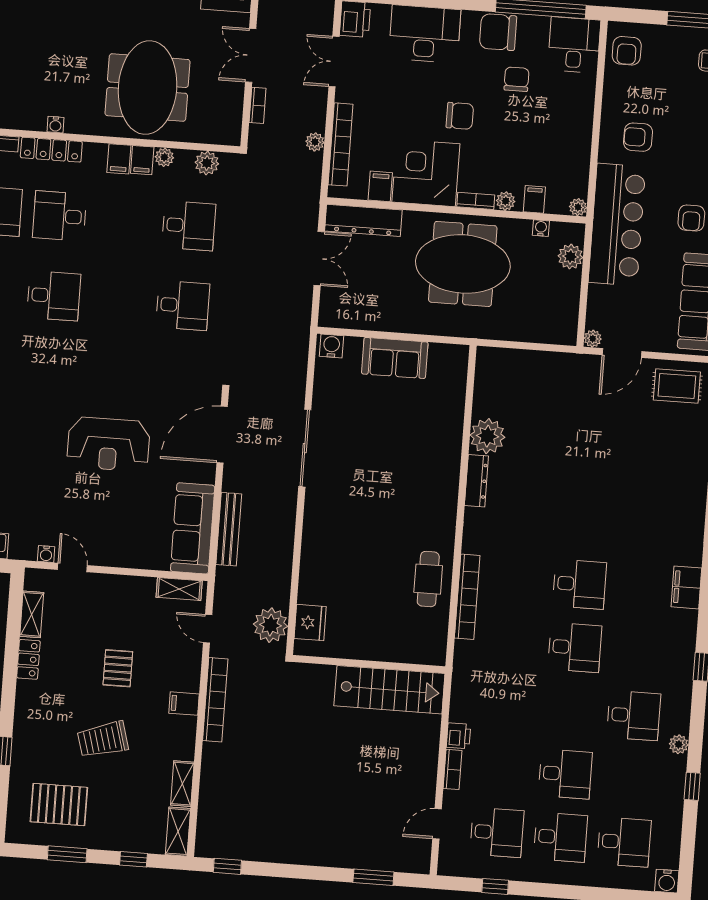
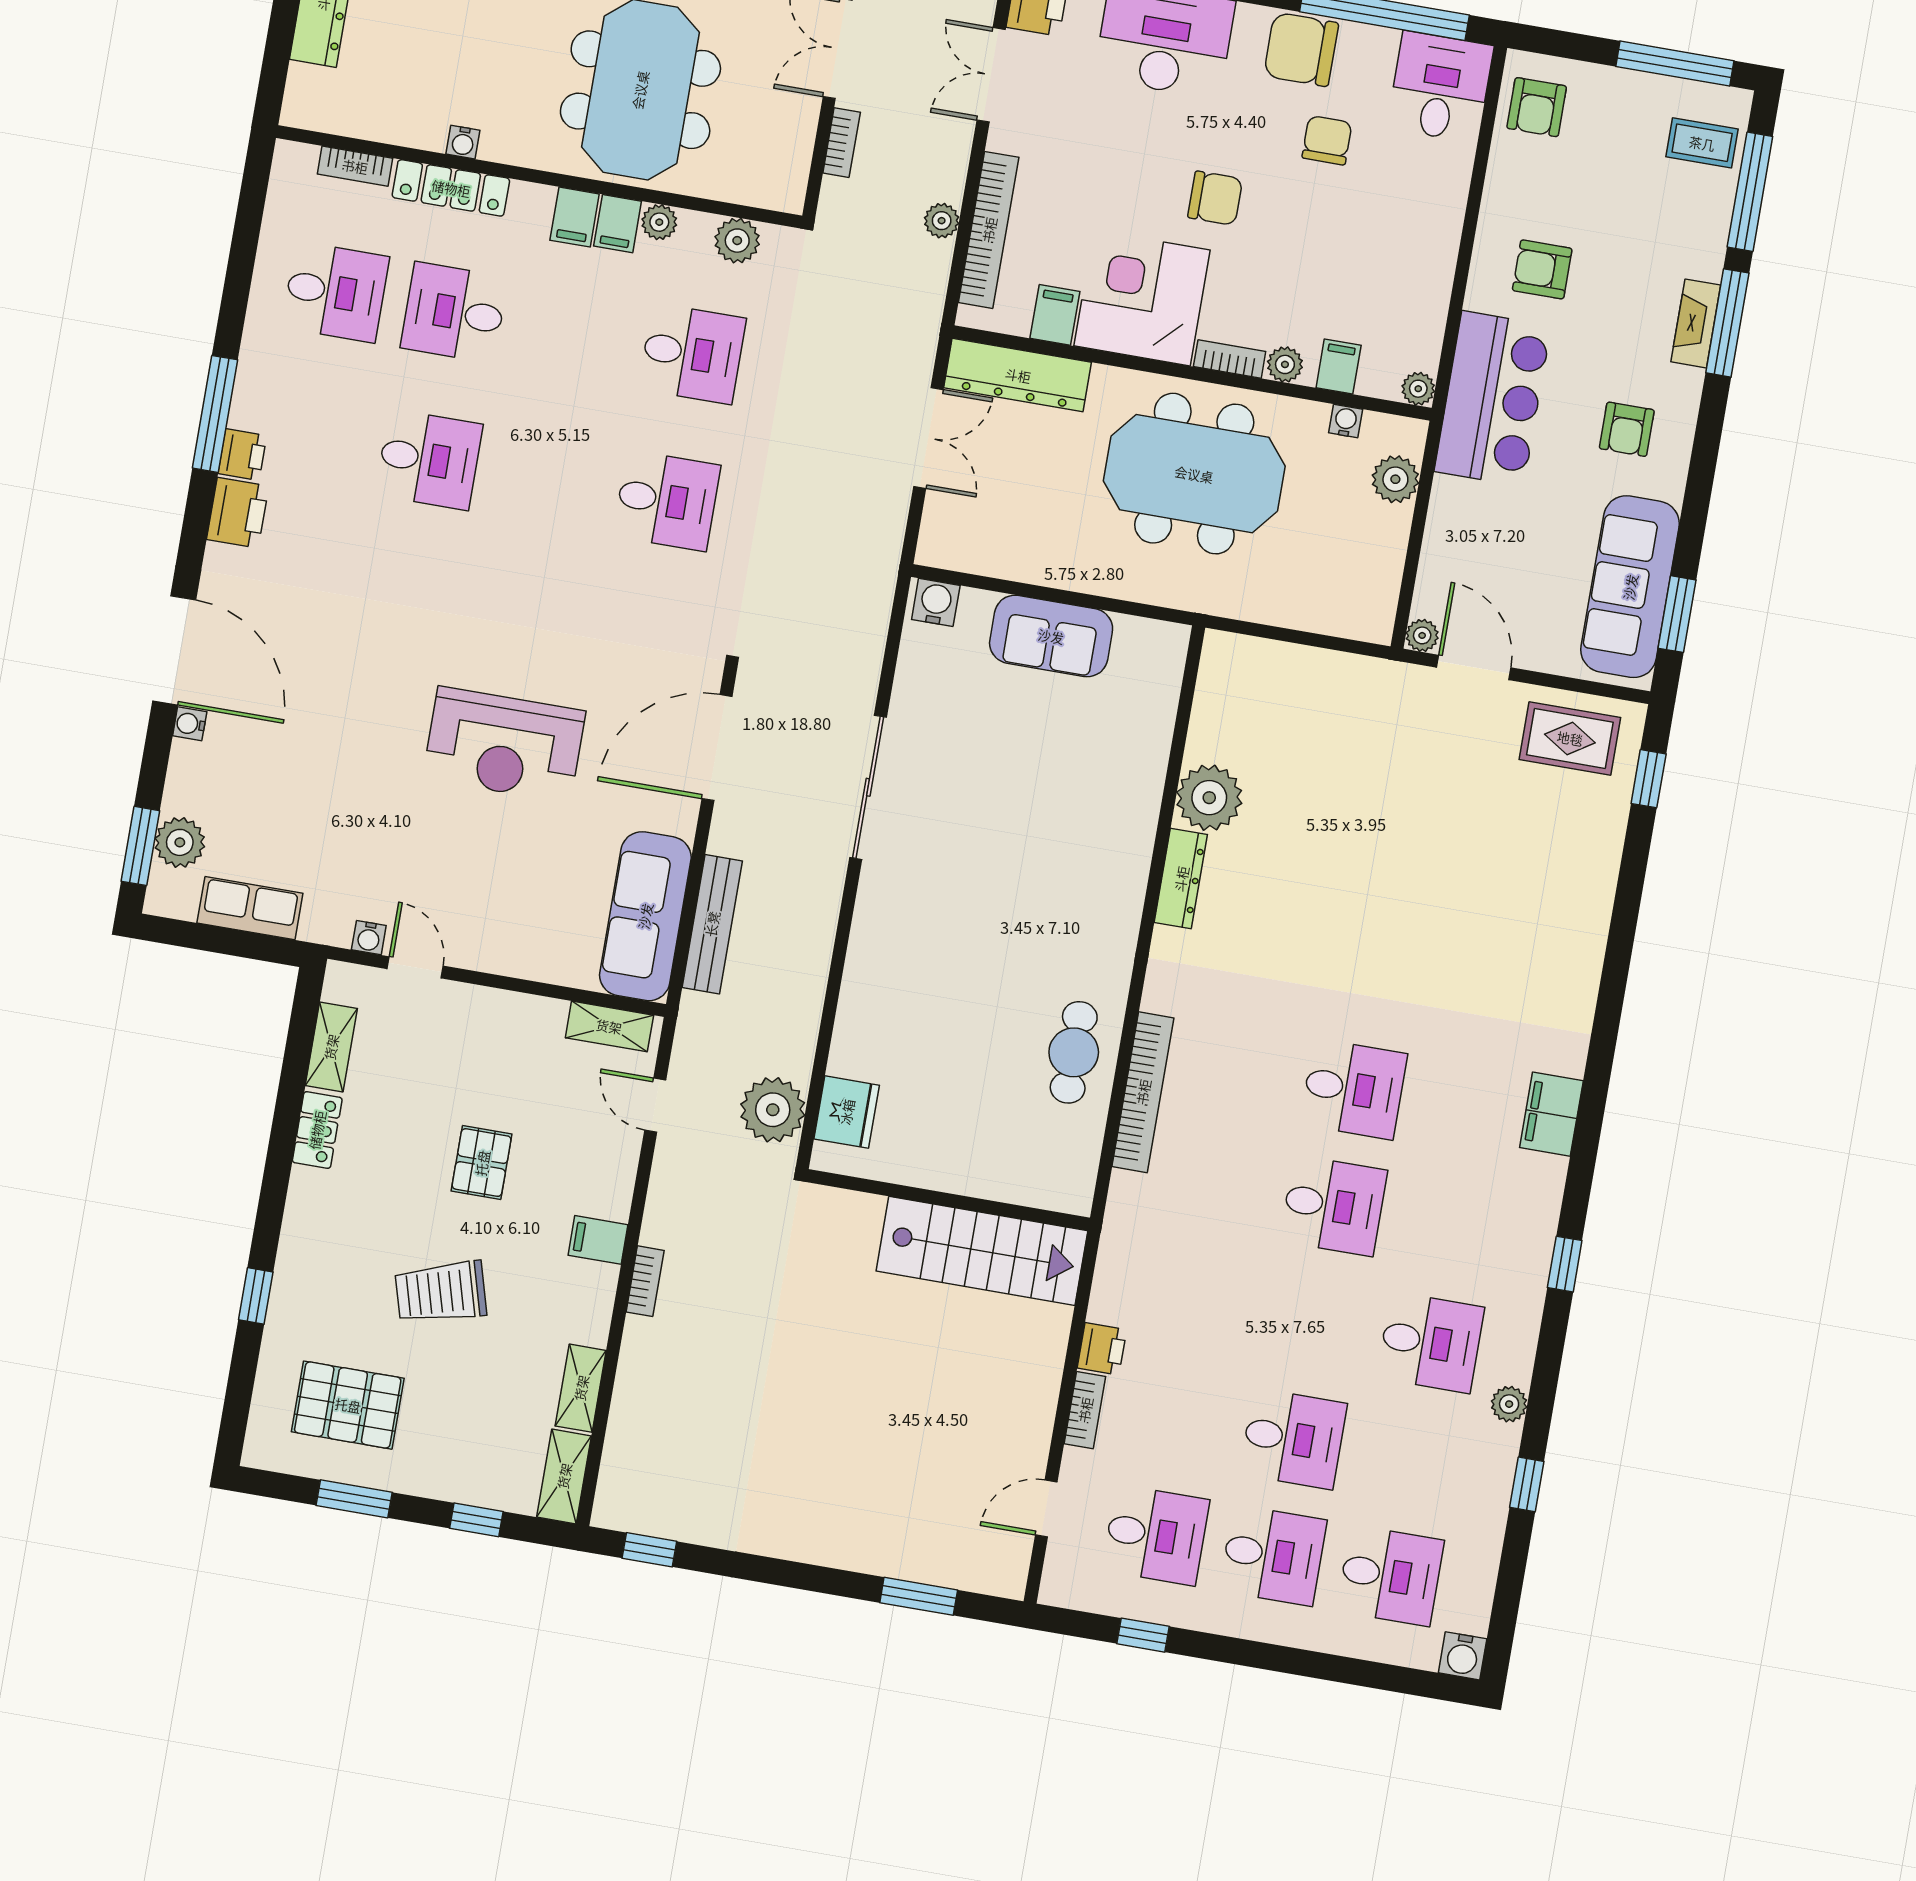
bar counter: (617, 225) -> (1493, 399), width x0.73
door: (622, 353) -> (1474, 667), swing flipped
bookcase: (215, 700) -> (645, 1281), width x0.43, depth x0.76

